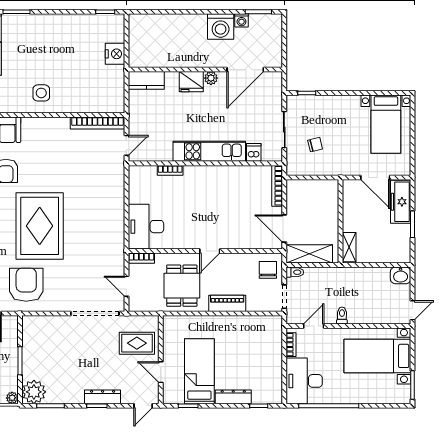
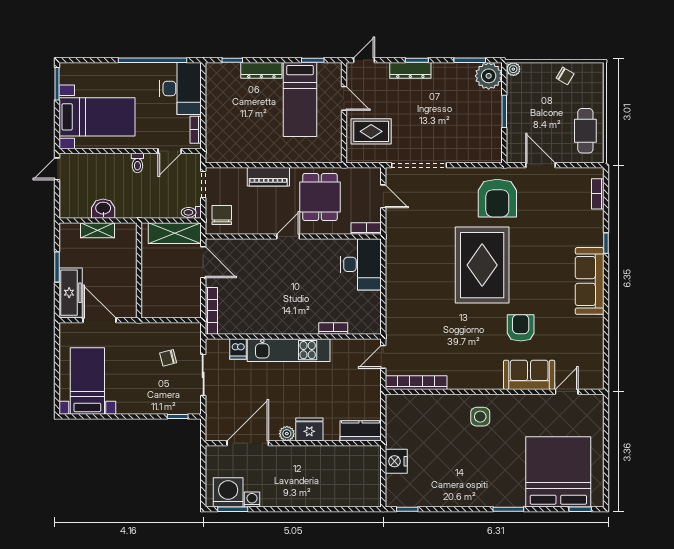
washing machine: (221, 27) -> (228, 492), moved
shelving: (349, 247) -> (98, 230), moved, turned 90
chair: (268, 270) -> (222, 215), turned 180
washbasin: (401, 275) -> (103, 209), moved

